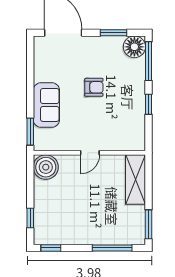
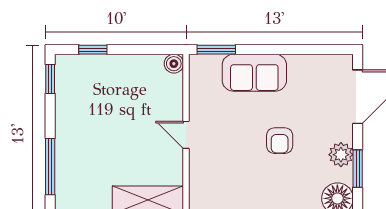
plant: (104, 44) -> (341, 155), added
boiler: (46, 167) -> (174, 64), width x0.54, depth x0.54

